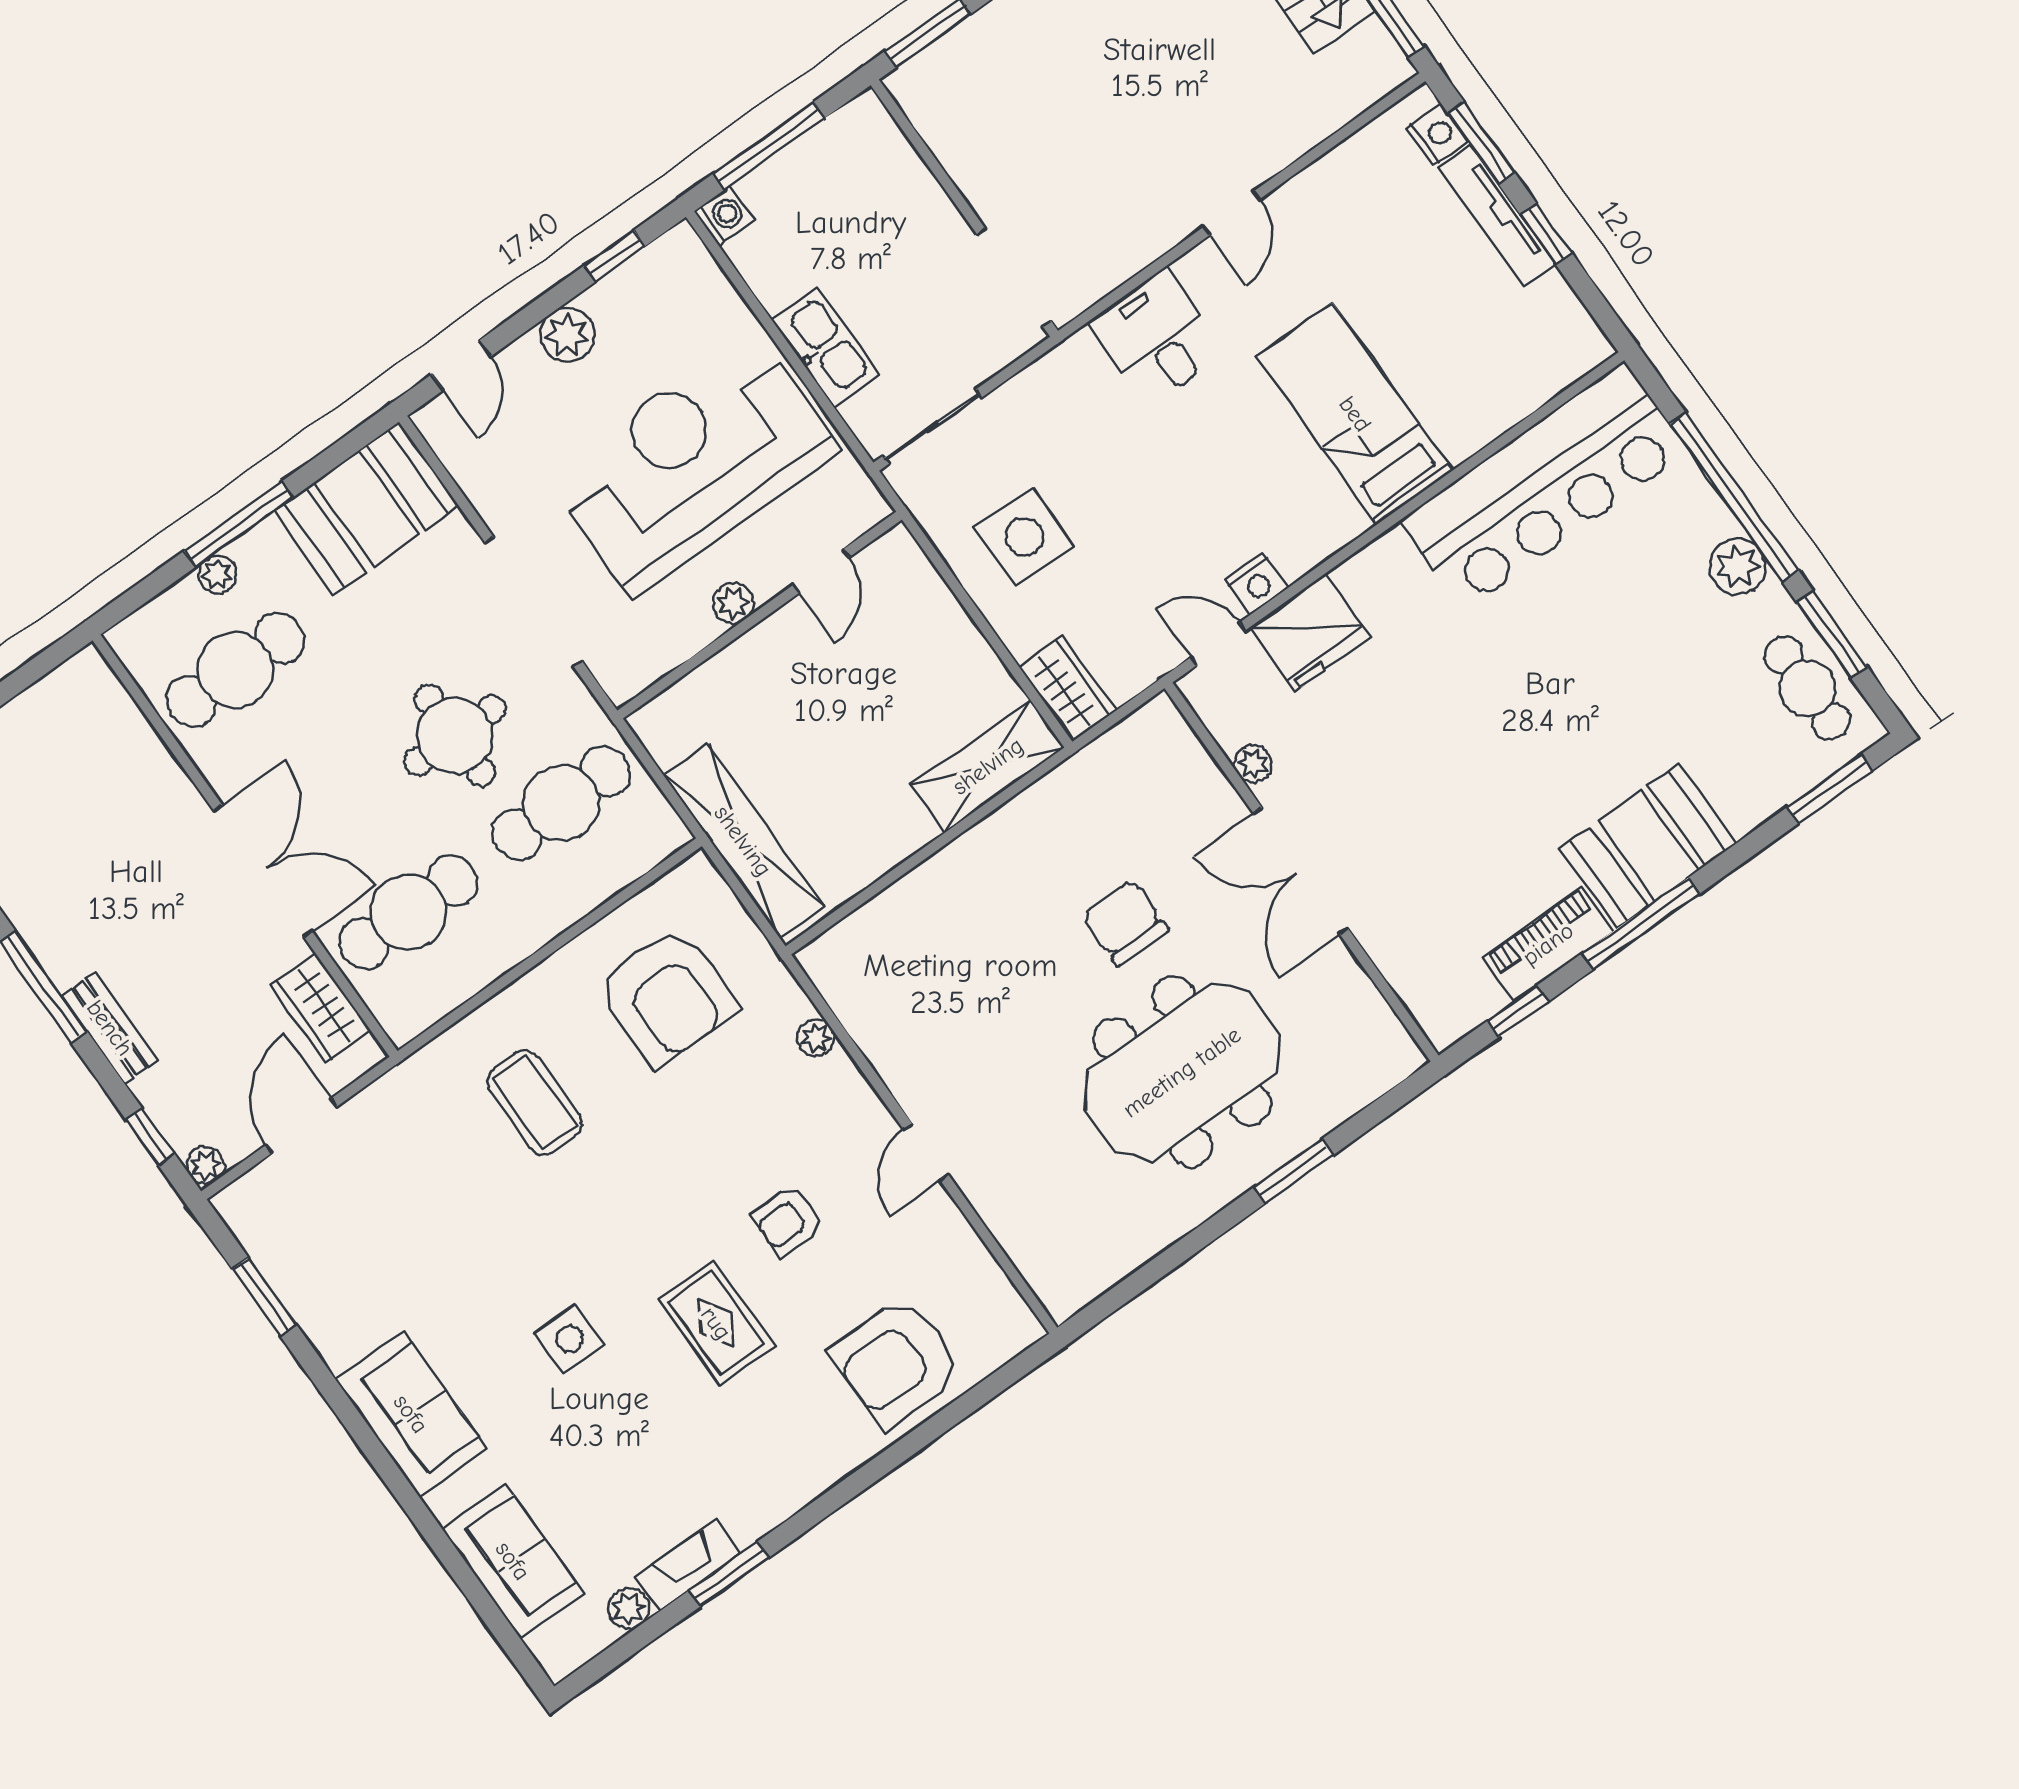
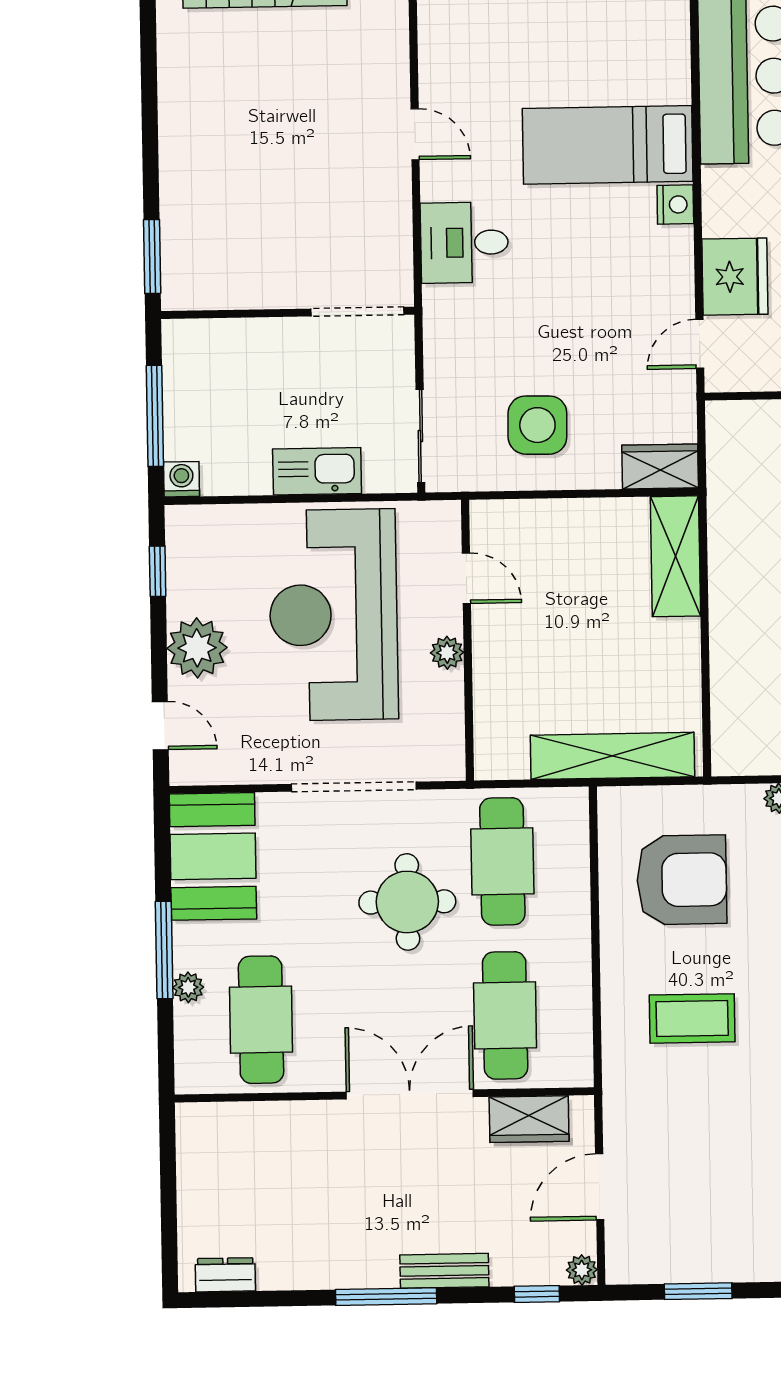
plant: (567, 335) -> (197, 648), width x1.36, depth x1.36
nightstand: (1257, 583) -> (675, 205), moved
door: (301, 1126) -> (600, 1187), hinge flipped

